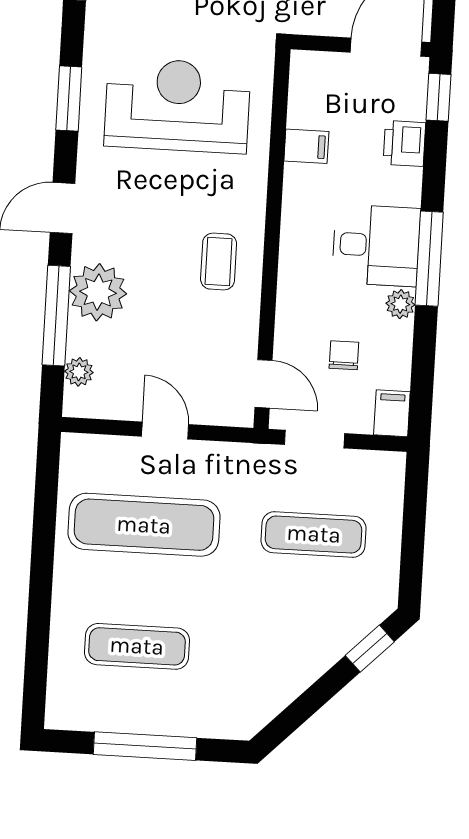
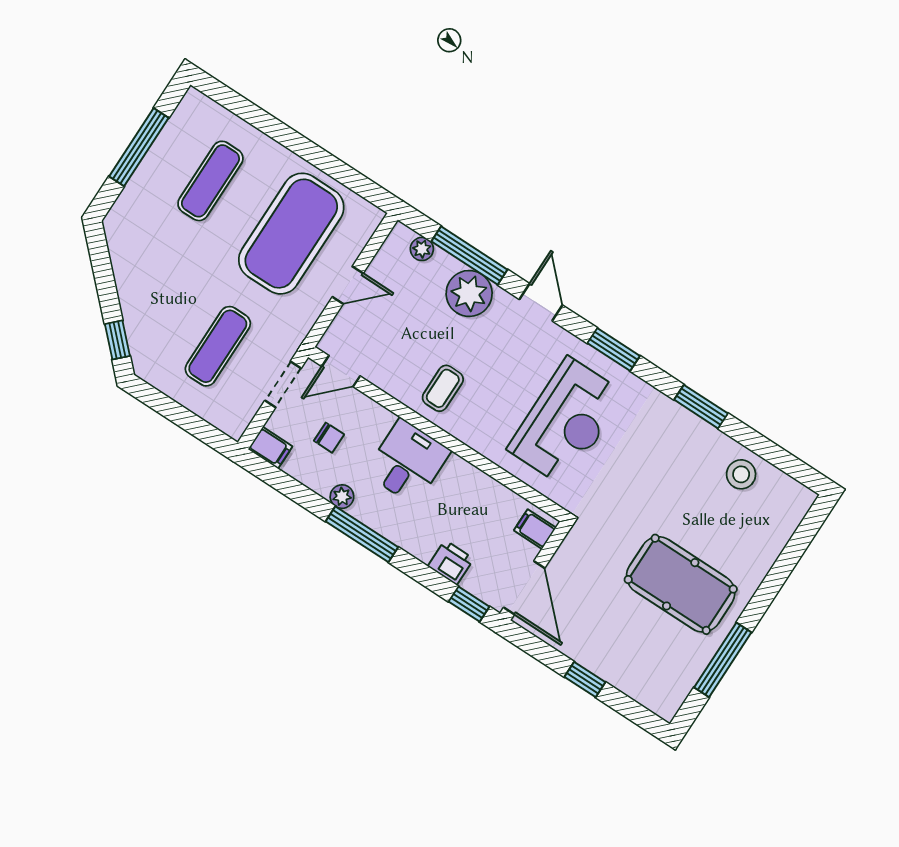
filing cabinet: (306, 146) -> (535, 529), moved, turned 90
desk: (376, 245) -> (408, 462), moved, turned 180
coffee table: (219, 262) -> (443, 388), turned 90
exercise mat: (144, 525) -> (291, 234), width x1.47

